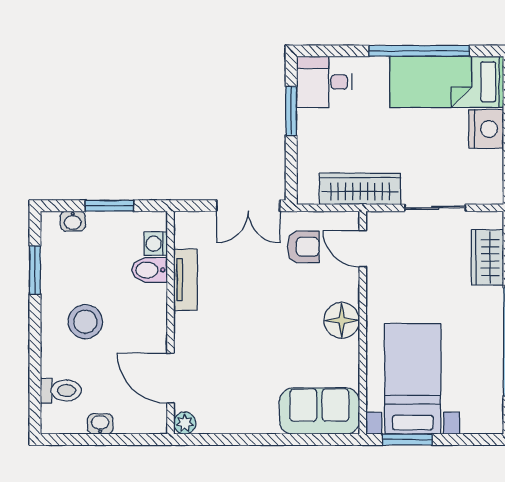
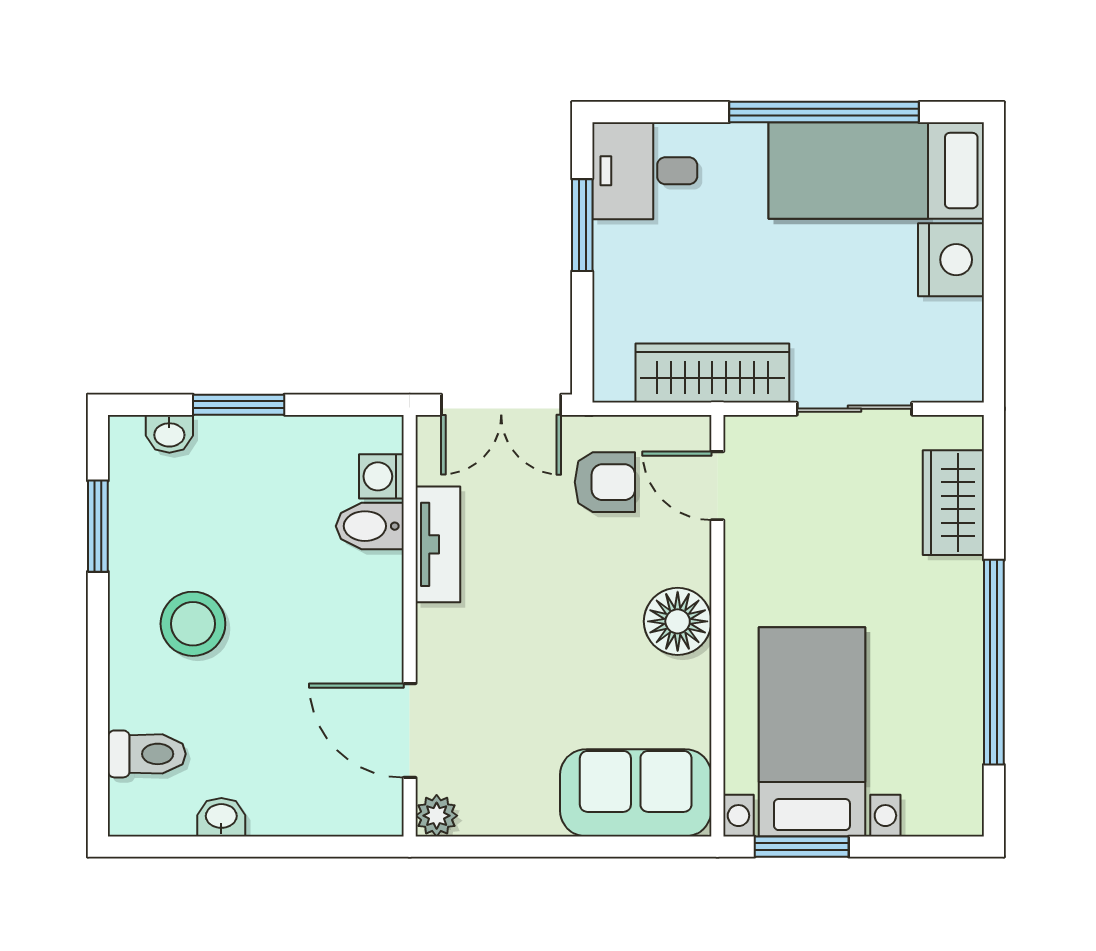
washing machine: (156, 244) -> (381, 476), moved
bidet: (149, 270) -> (370, 526), moved
tv unit: (185, 280) -> (438, 544), moved
wall: (171, 323) -> (410, 626), moved
door: (171, 378) -> (410, 731), moved
plant: (185, 423) -> (437, 816), moved

